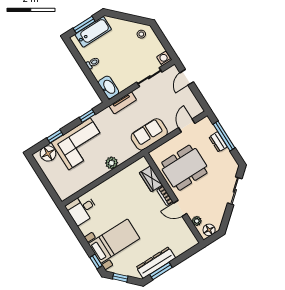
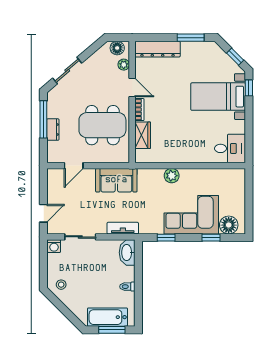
window: (224, 136) -> (43, 119), moved
dresser: (156, 263) -> (157, 49), moved

